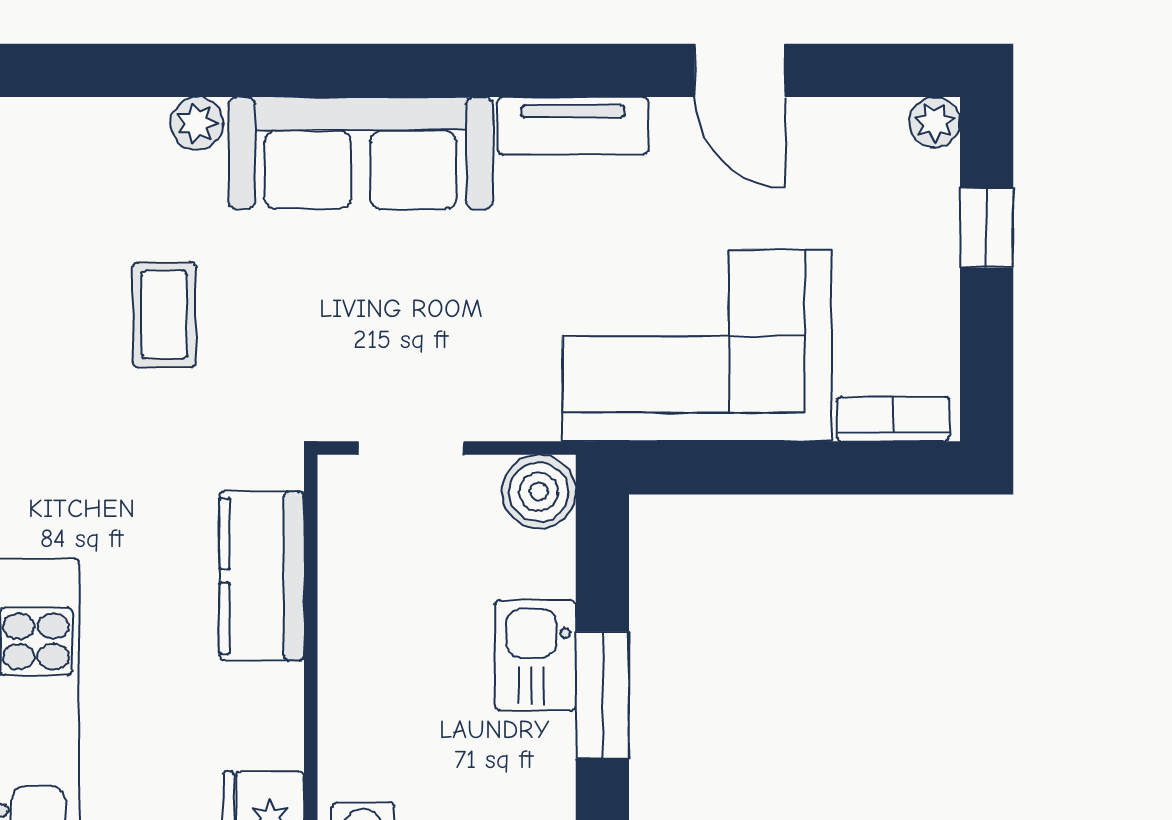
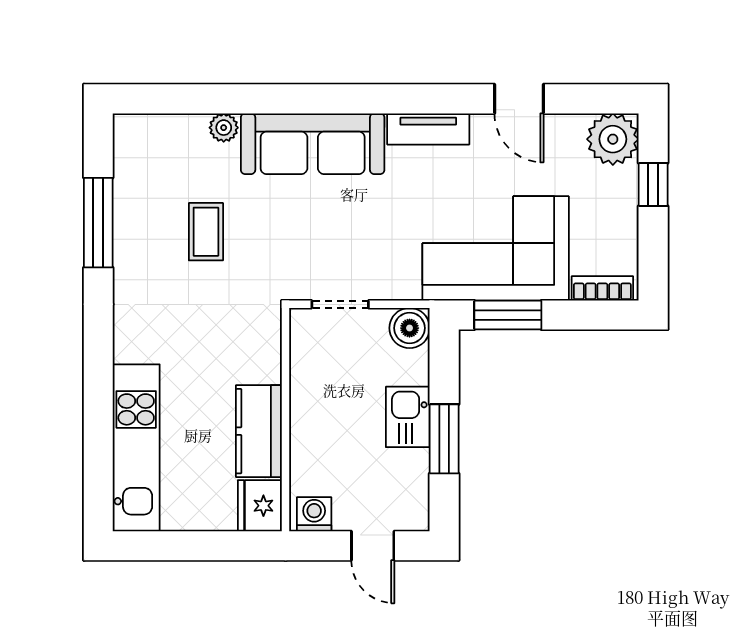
plant: (935, 122) -> (613, 139), width x1.88, depth x1.88
window: (720, 468) -> (508, 315), added
kitchen counter: (262, 576) -> (259, 431), moved

